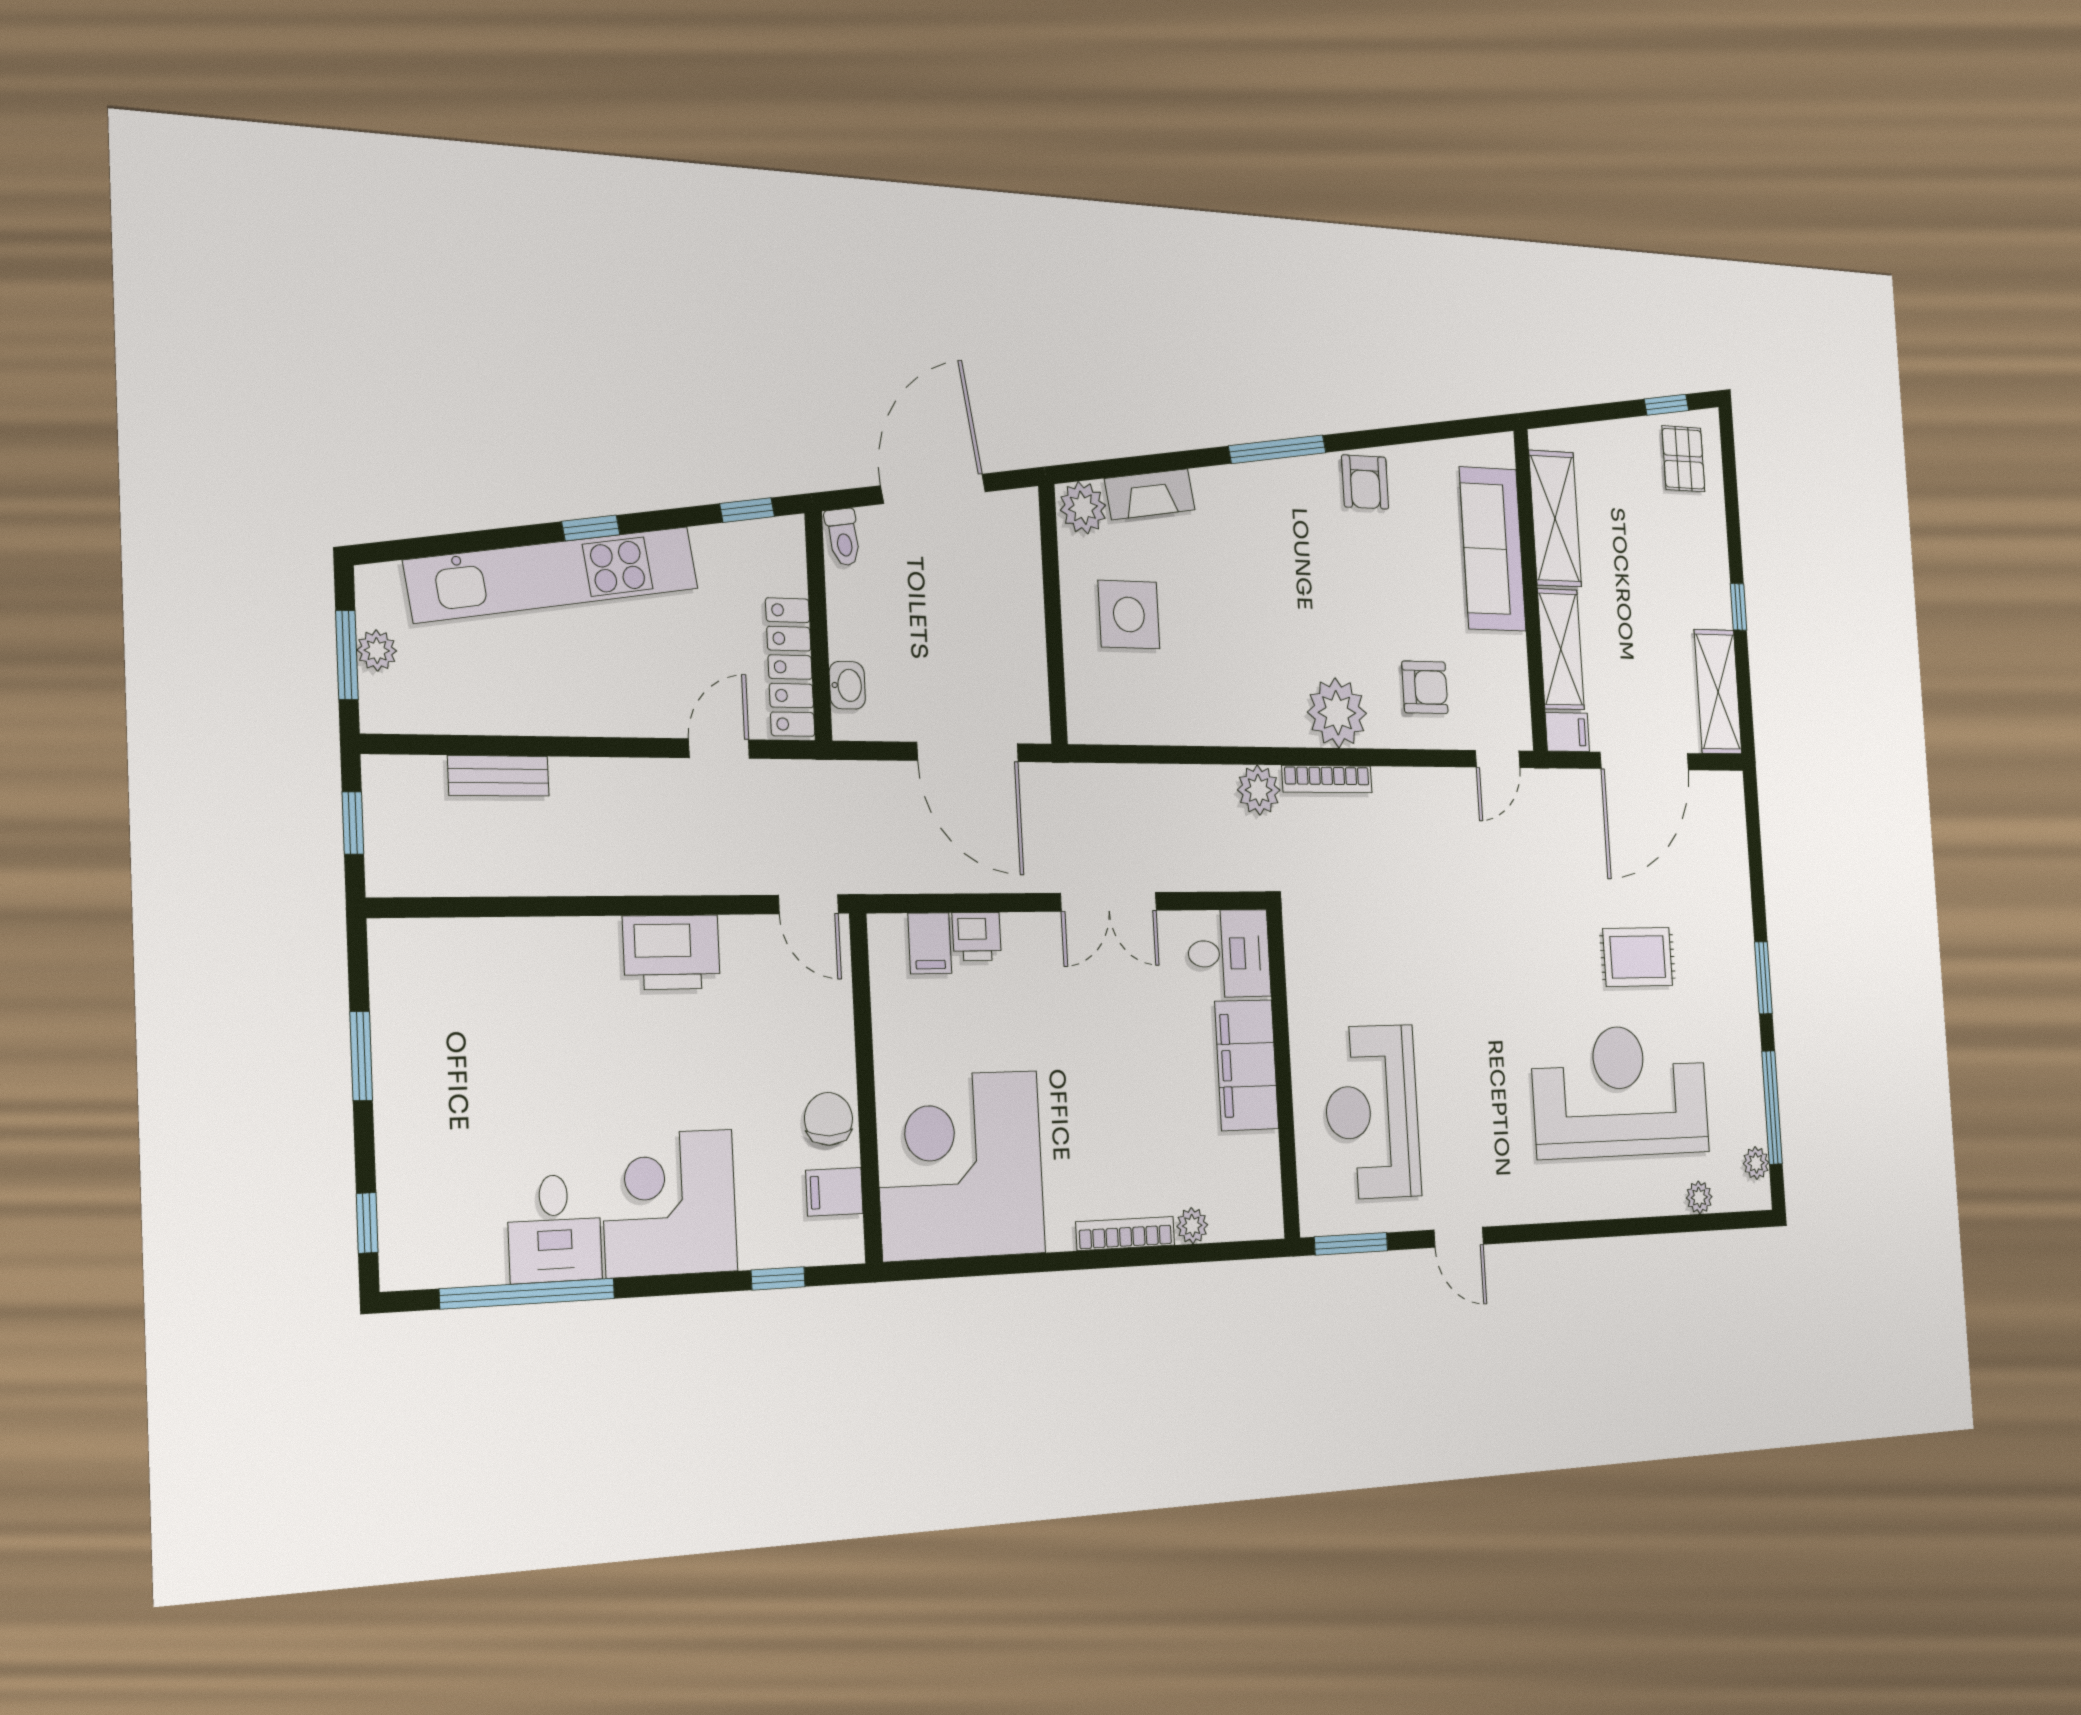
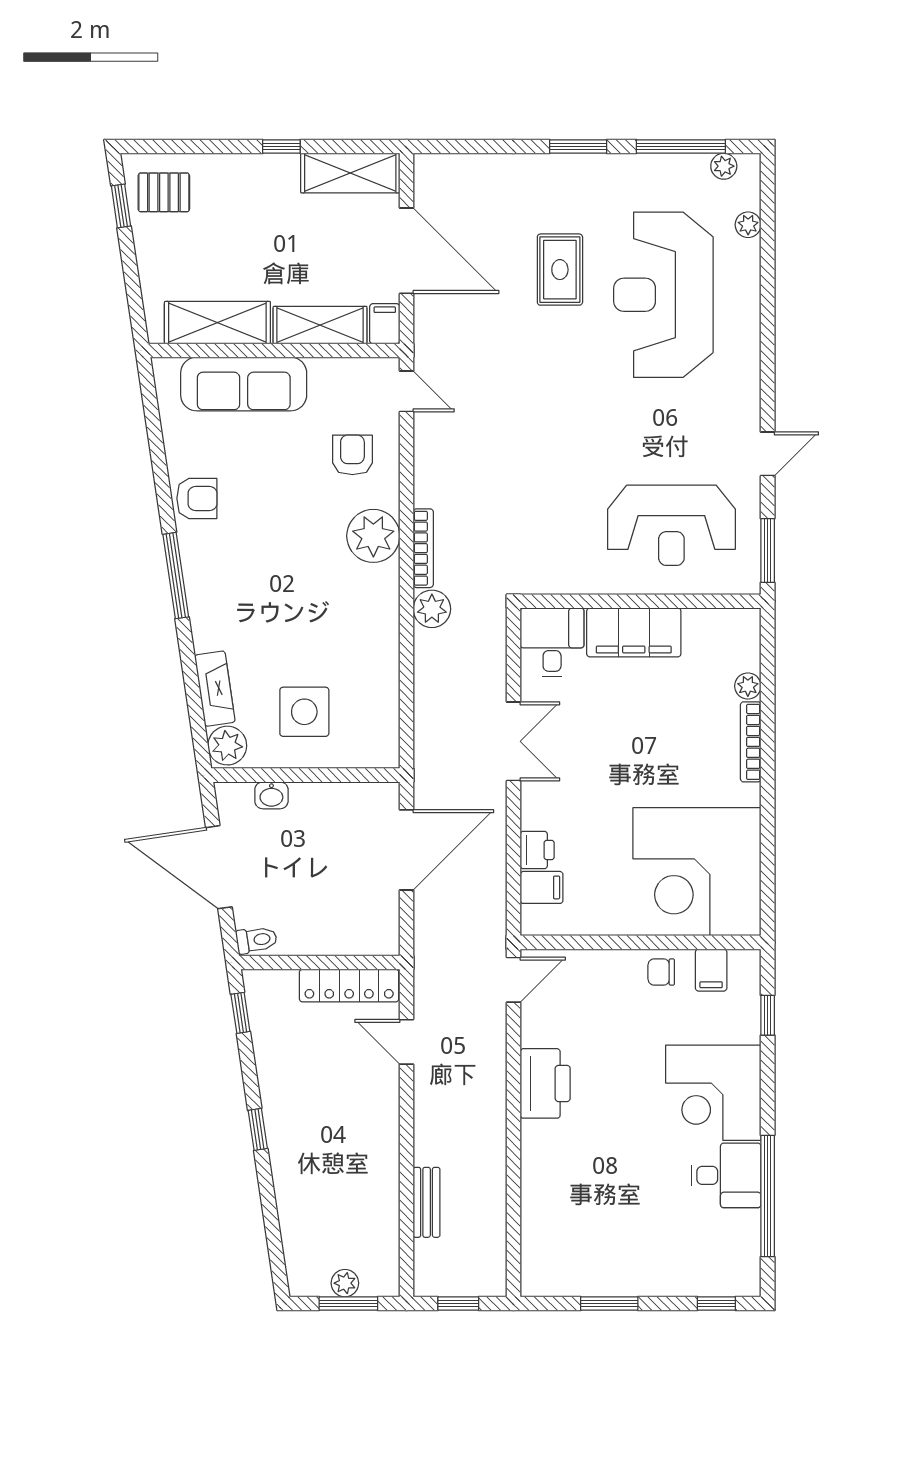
kitchen unit: (553, 574) -> (290, 1158), removed
washbasin: (847, 685) -> (271, 795), moved, turned 180
chair: (829, 1119) -> (661, 972), width x0.73, depth x0.73

